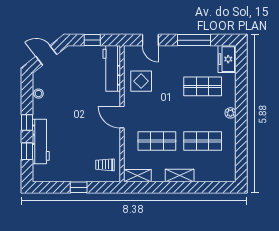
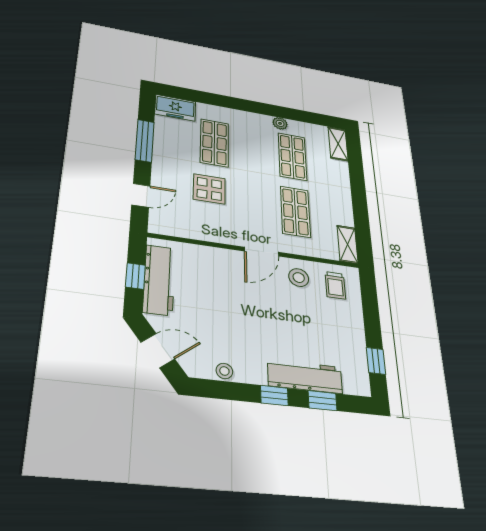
door: (46, 55) -> (158, 351), swing flipped
workbench: (112, 68) -> (159, 280), moved, turned -90
display table: (141, 81) -> (209, 189), moved
plant: (230, 113) -> (280, 123), moved
stool: (107, 141) -> (299, 278), added
shelving: (180, 175) -> (338, 144), moved
window: (79, 187) -> (376, 361), moved

